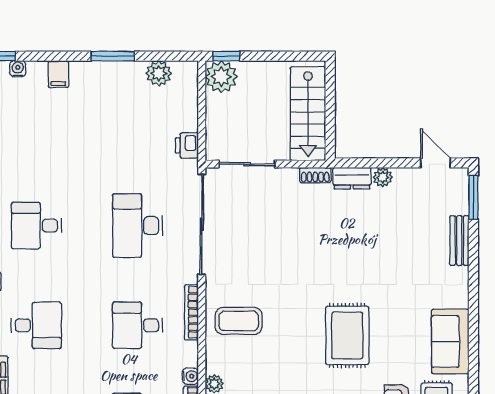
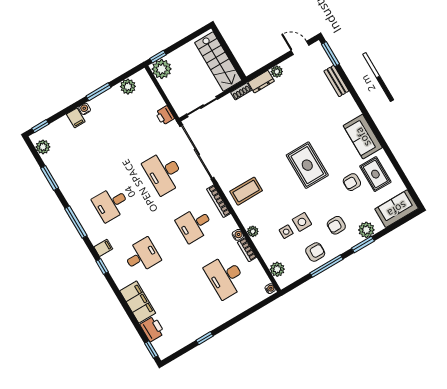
water cooler: (18, 69) -> (85, 109), moved

